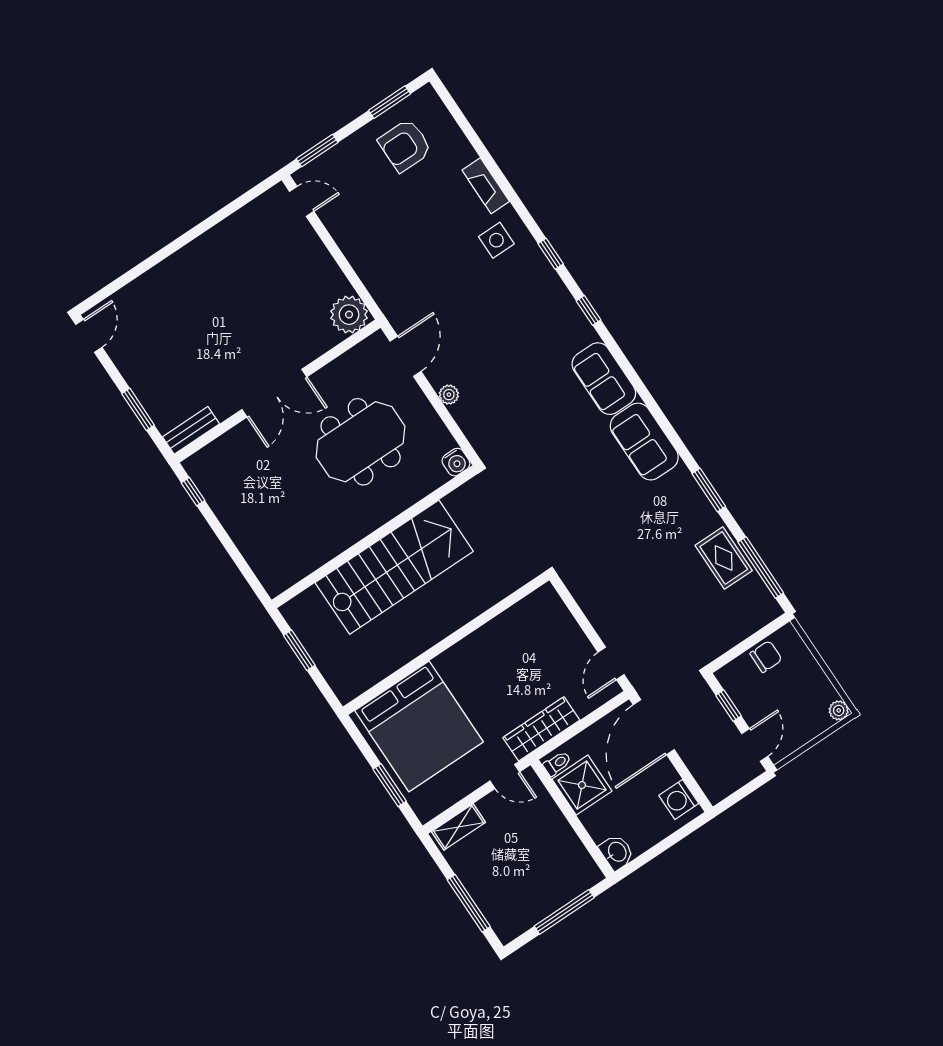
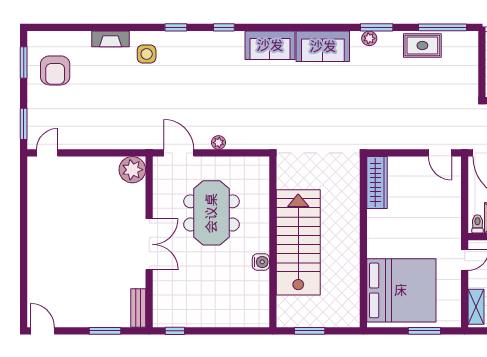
water cooler: (456, 462) -> (261, 262), moved
plant: (690, 490) -> (369, 38), added
wardrobe: (541, 729) -> (377, 183), moved, turned 180

